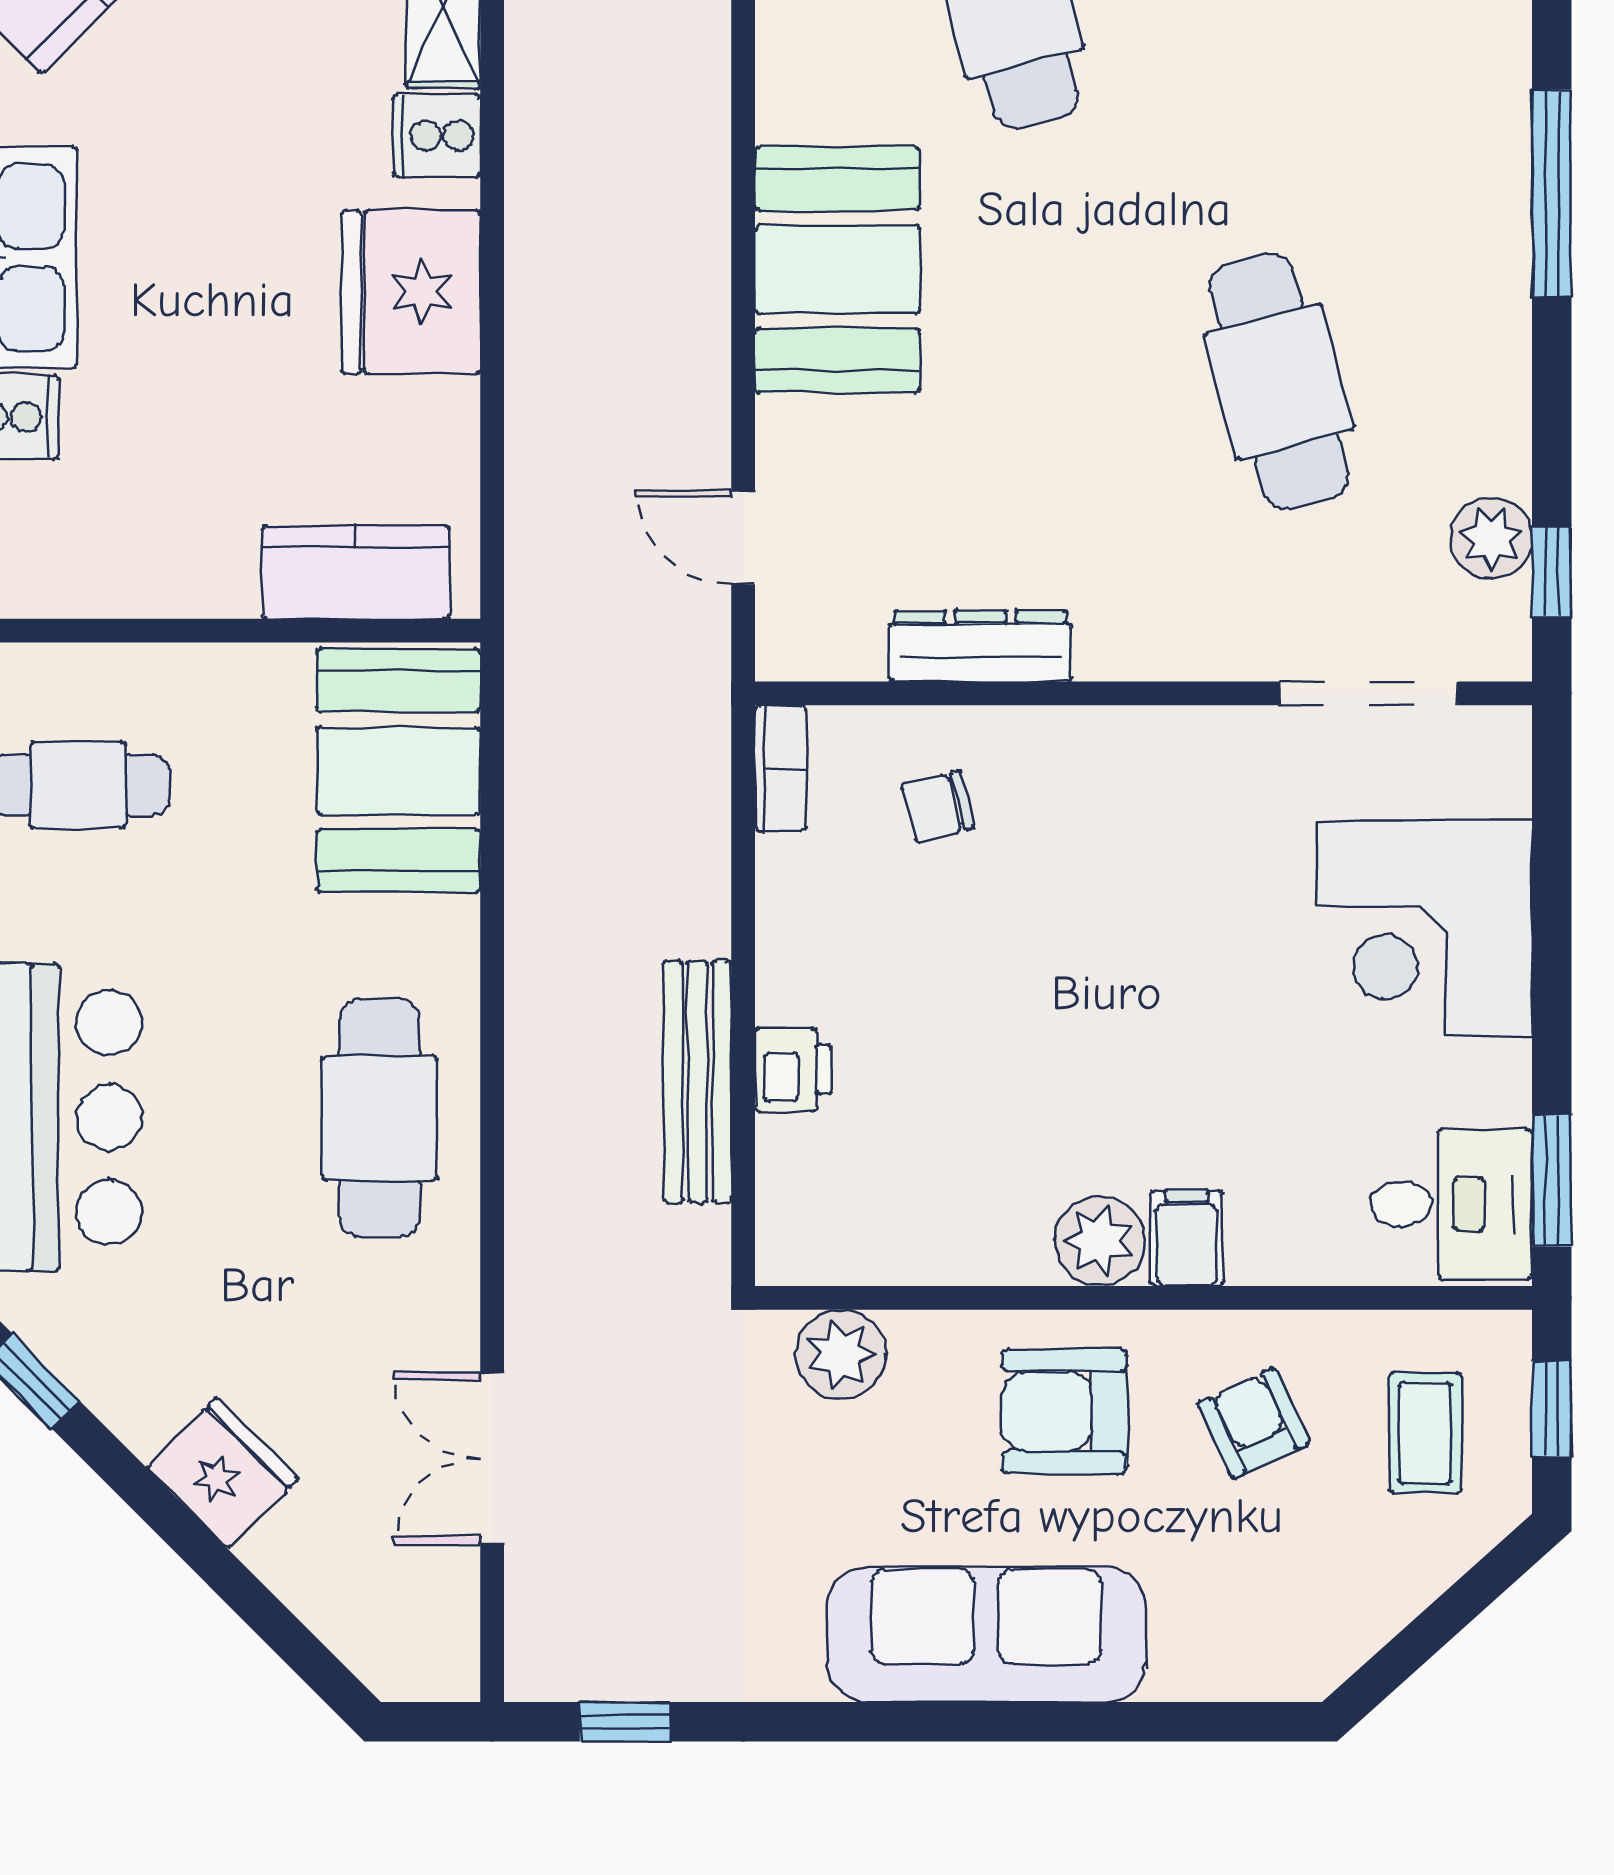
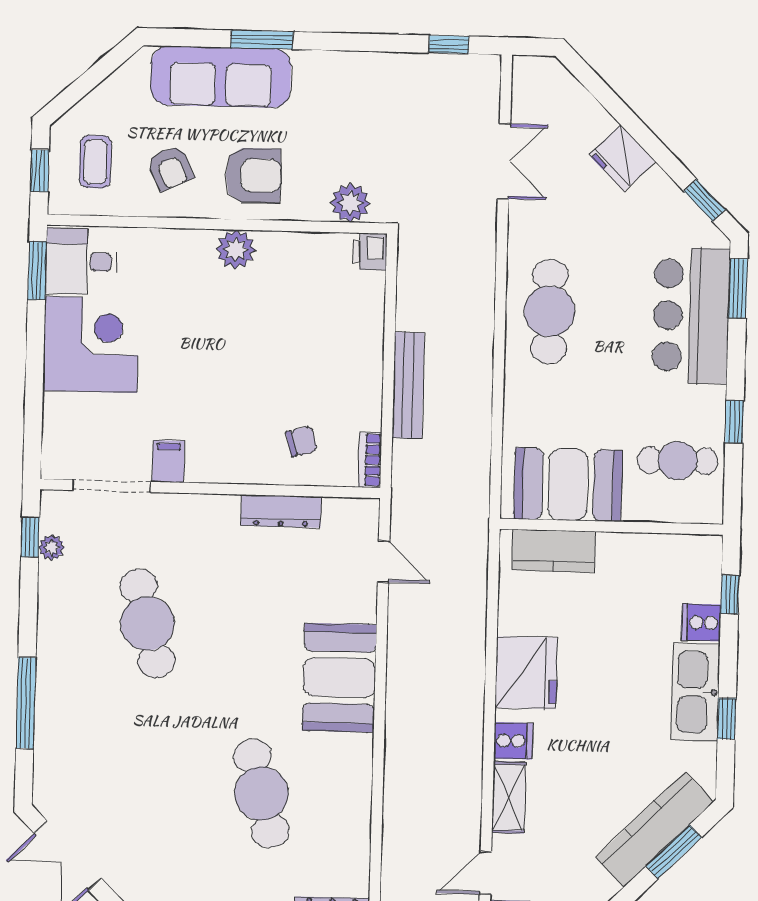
plant: (1491, 538) -> (51, 548), width x0.73, depth x0.73
booth: (398, 771) -> (568, 485), moved, turned 90
corner desk: (1424, 928) -> (91, 345), moved
printer: (793, 1070) -> (370, 252), moved
bench: (697, 1082) -> (408, 385), moved
filing cabinet: (1187, 1238) -> (168, 461), moved, turned 180
sofa: (986, 1634) -> (221, 77), moved
window: (1052, 1722) -> (262, 40), added

